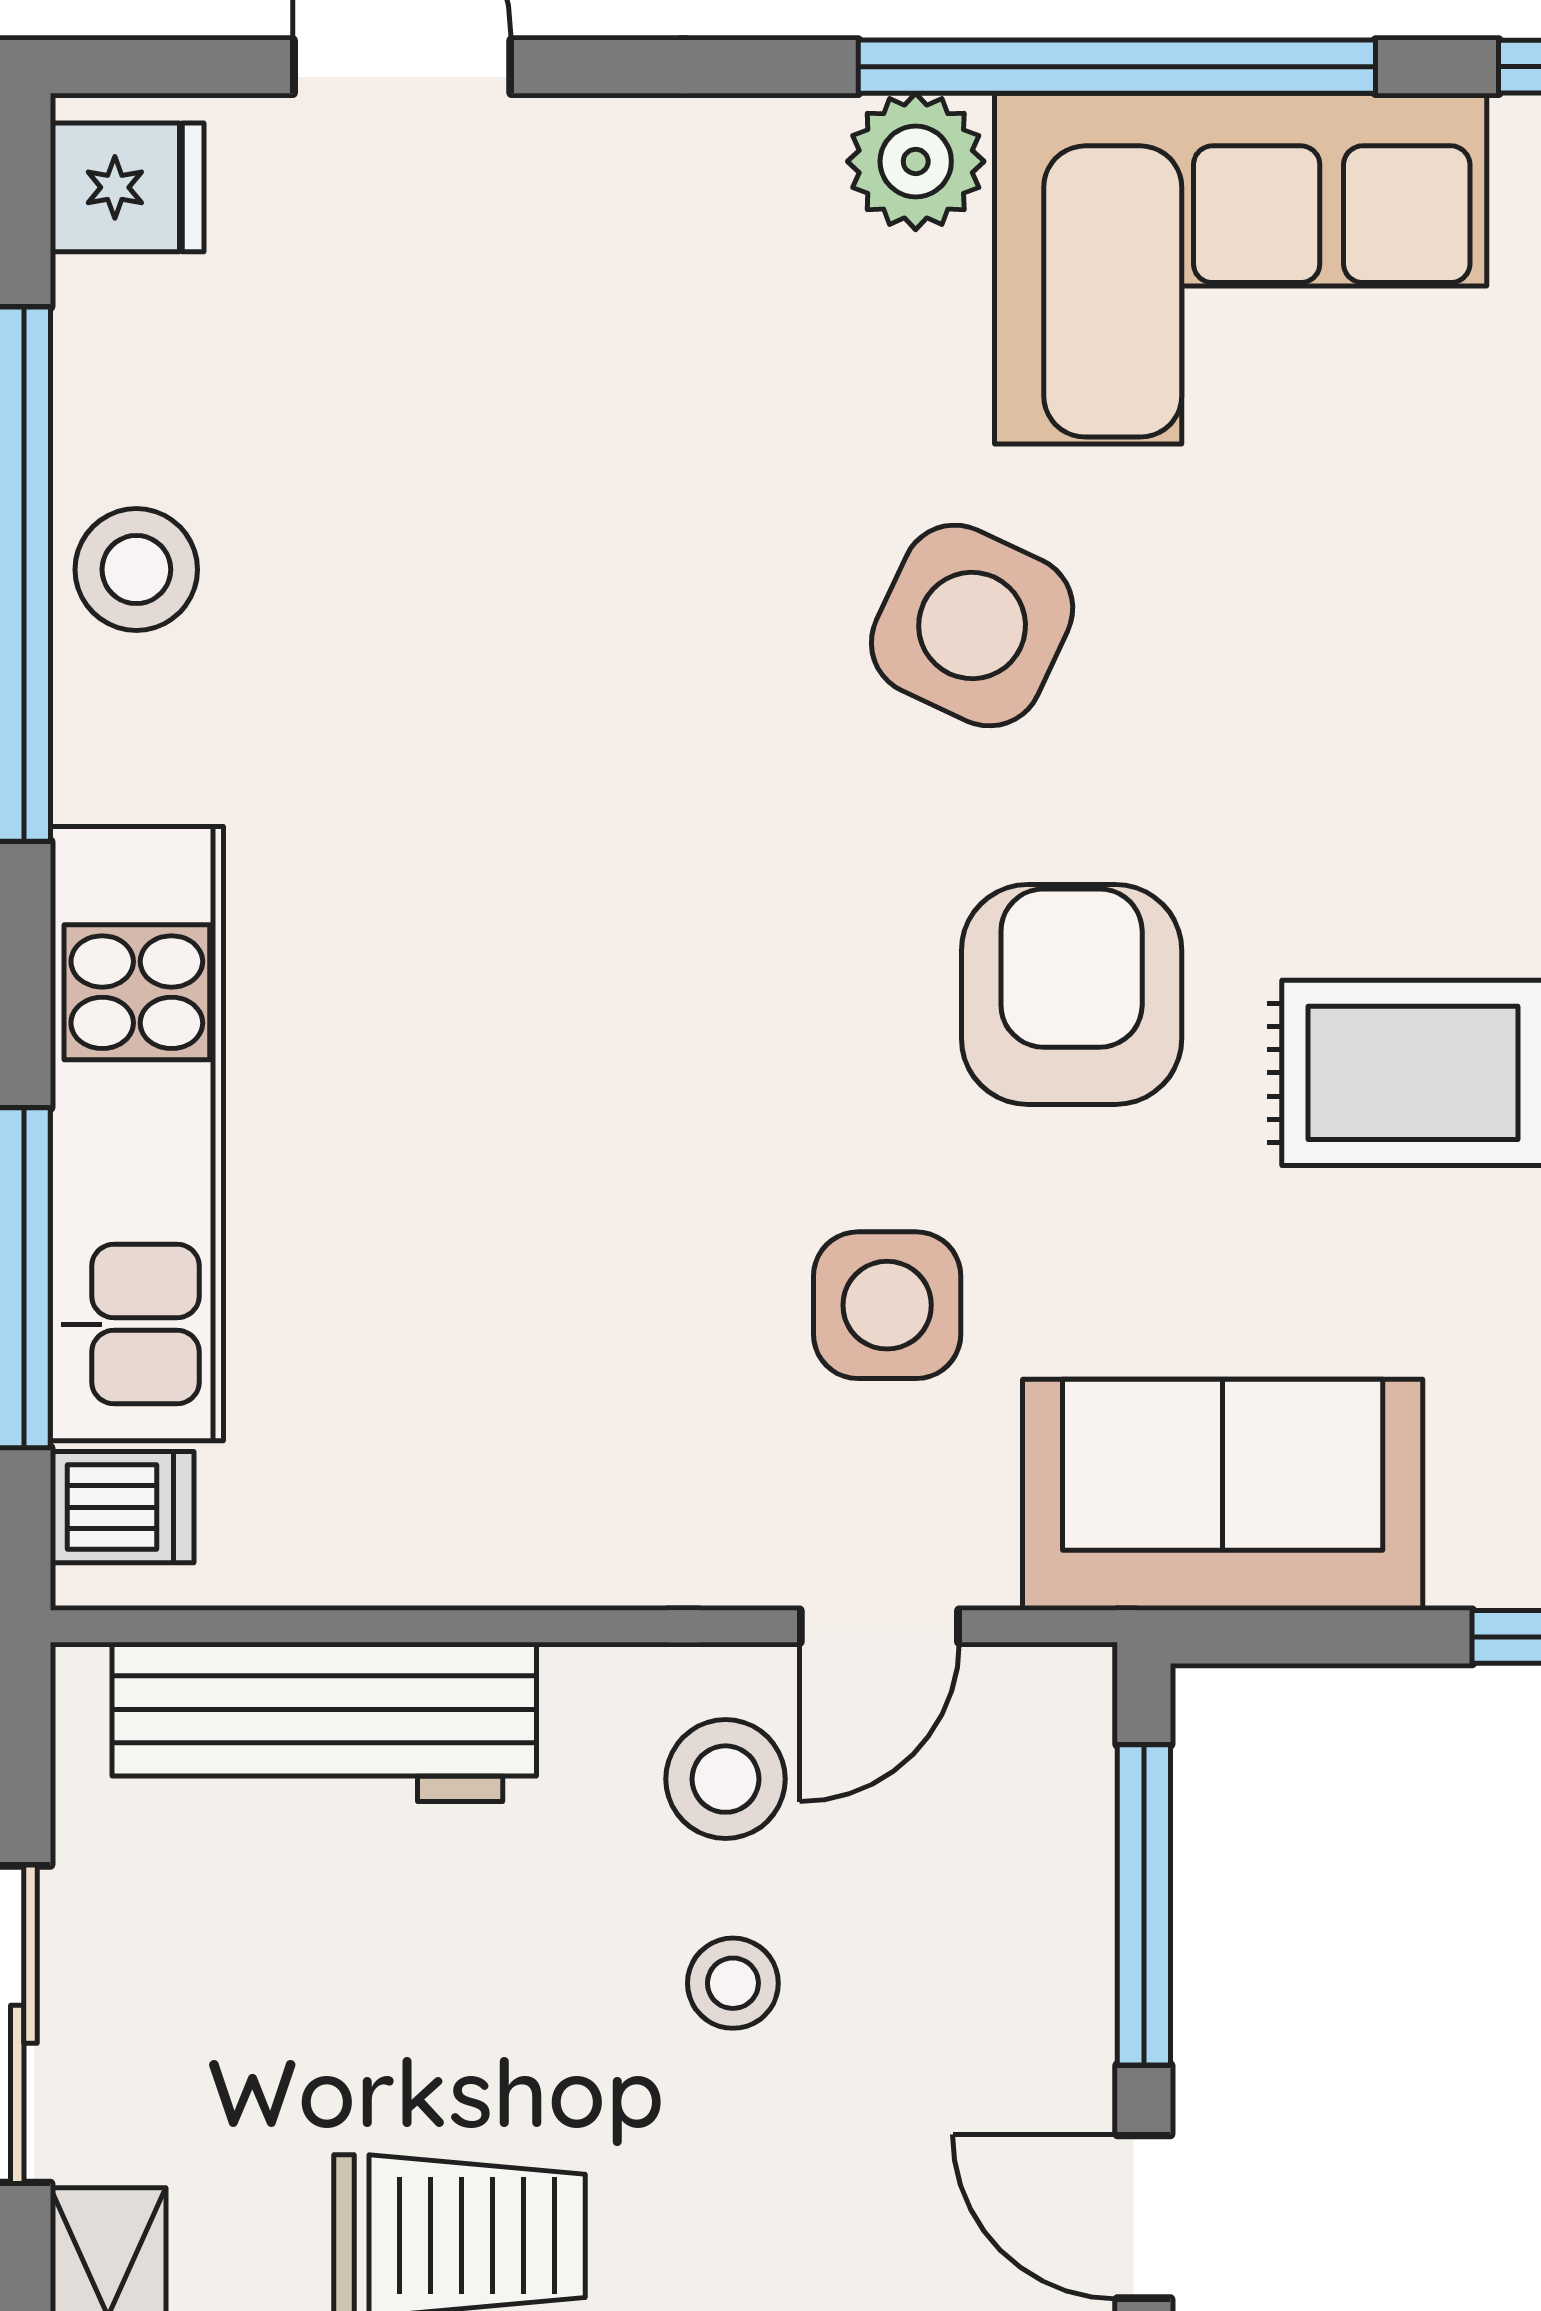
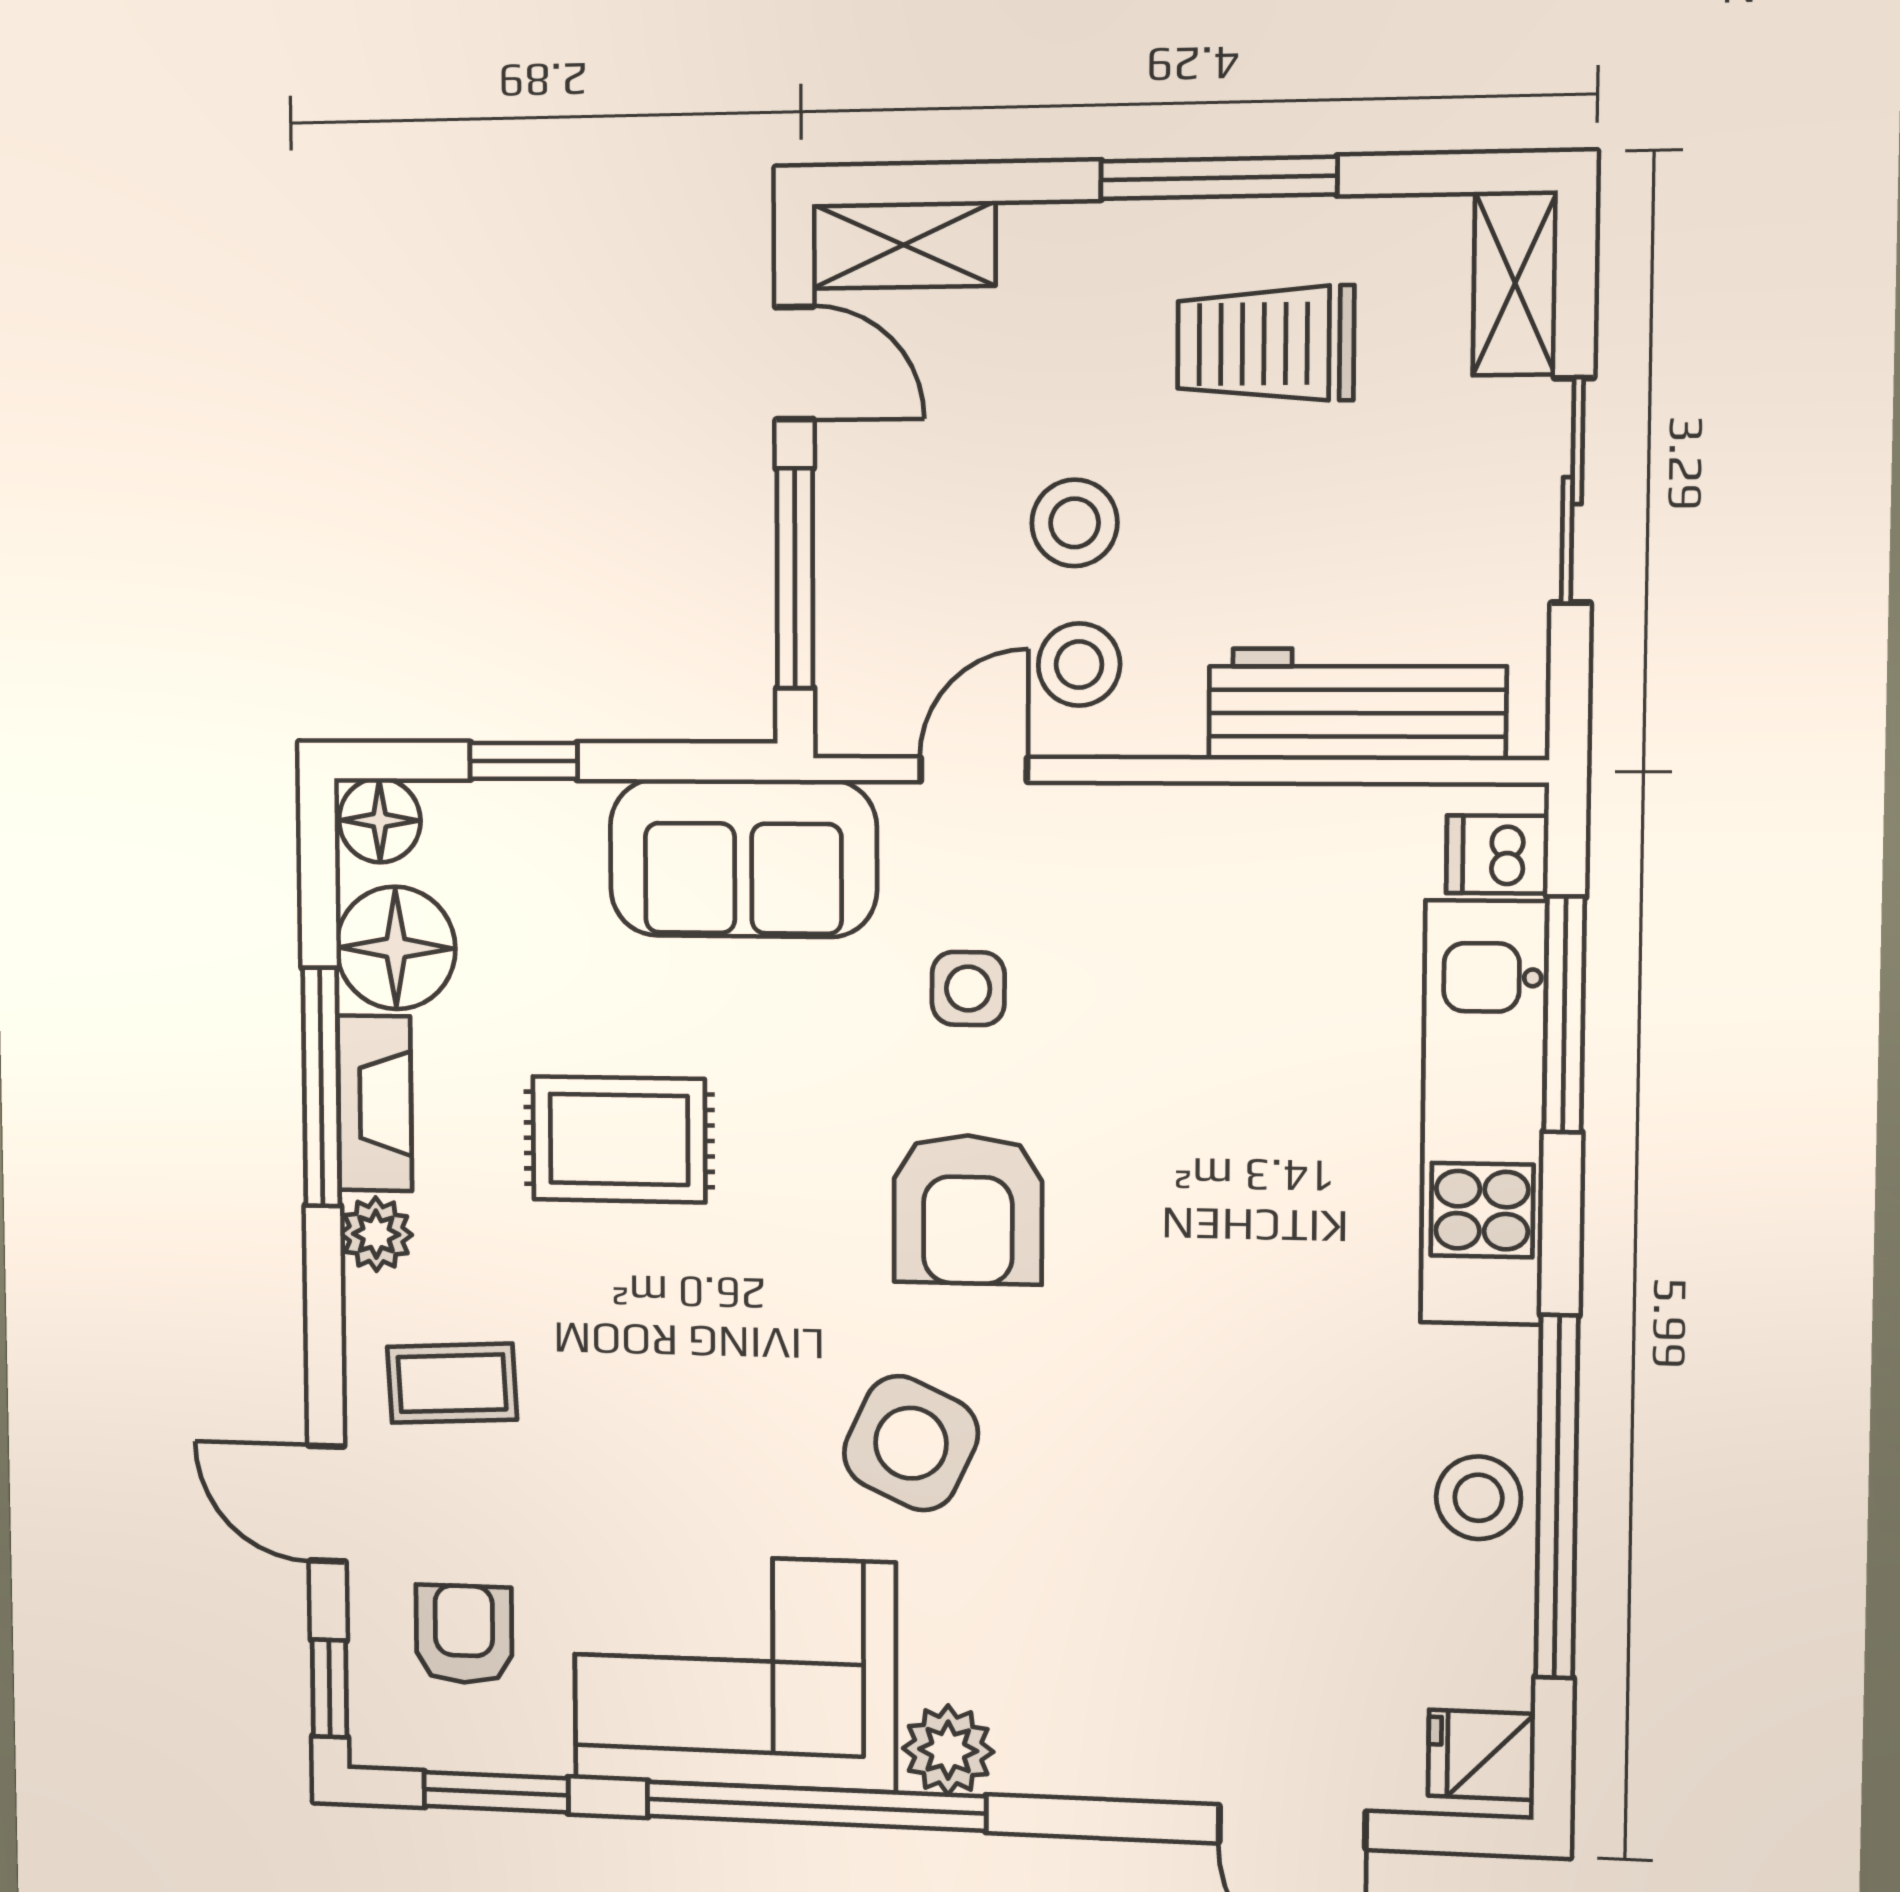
armchair: (1072, 994) -> (968, 1209), moved
side table: (887, 1305) -> (968, 989), width x0.73, depth x0.73
stool: (733, 1983) -> (1075, 523), width x1.37, depth x1.37

